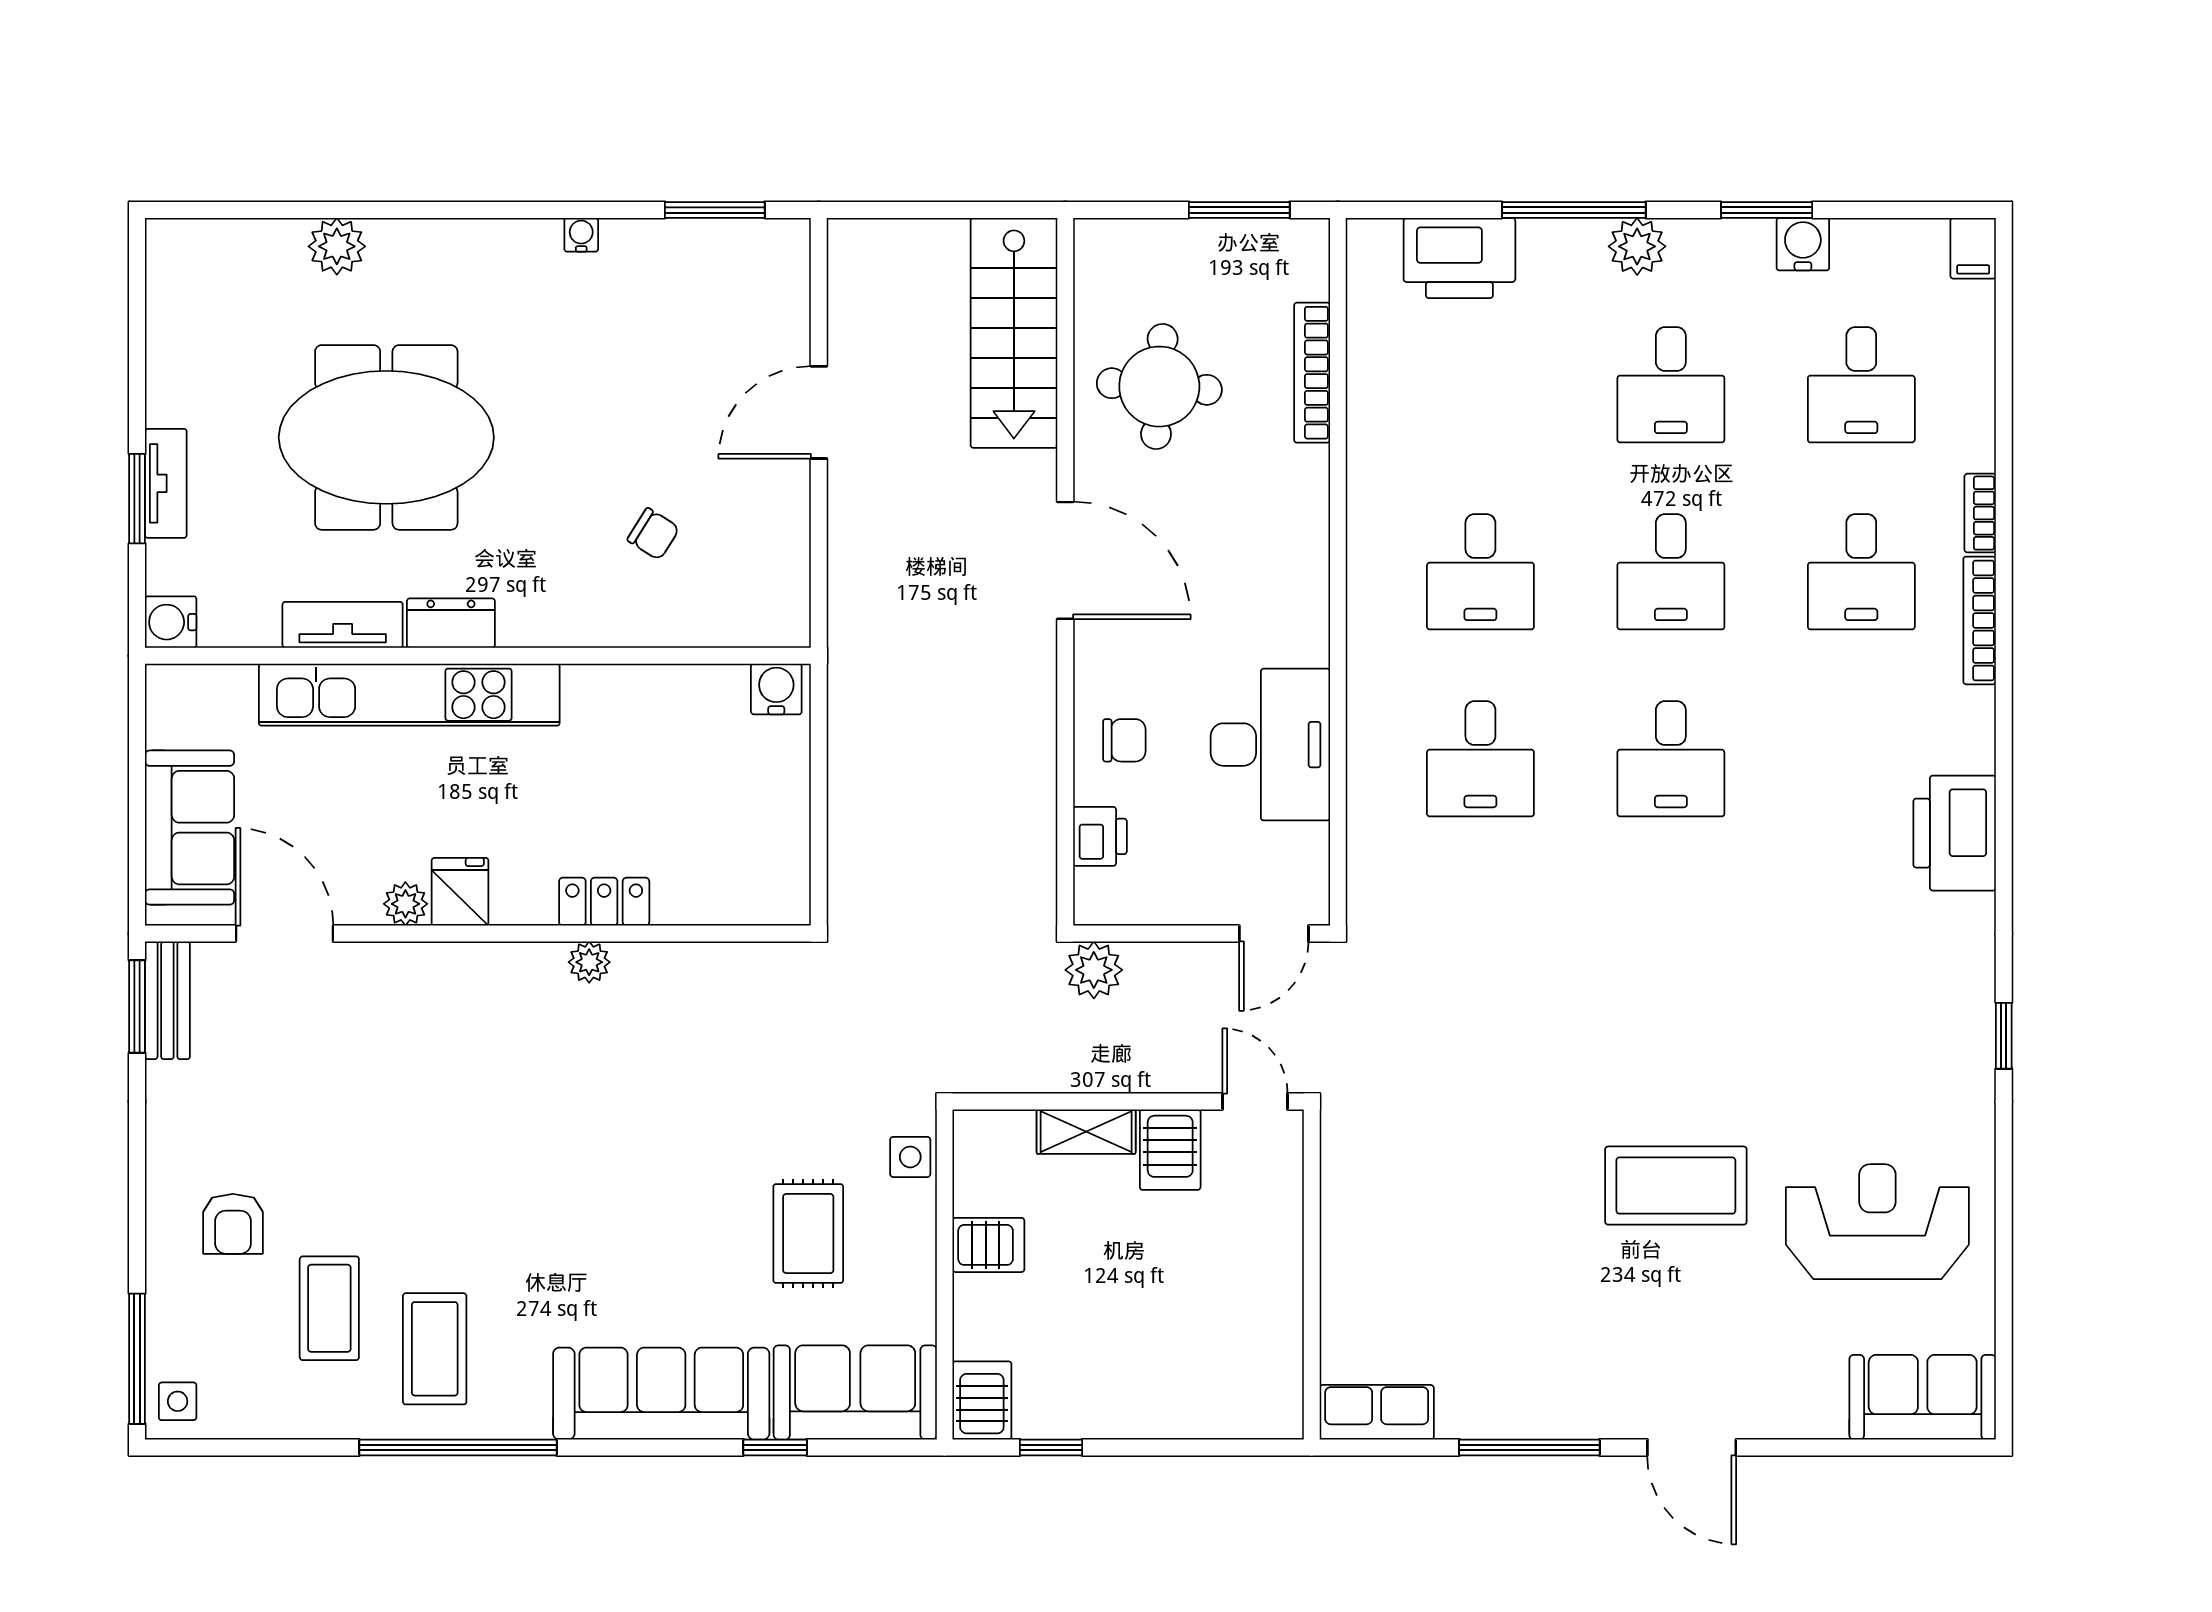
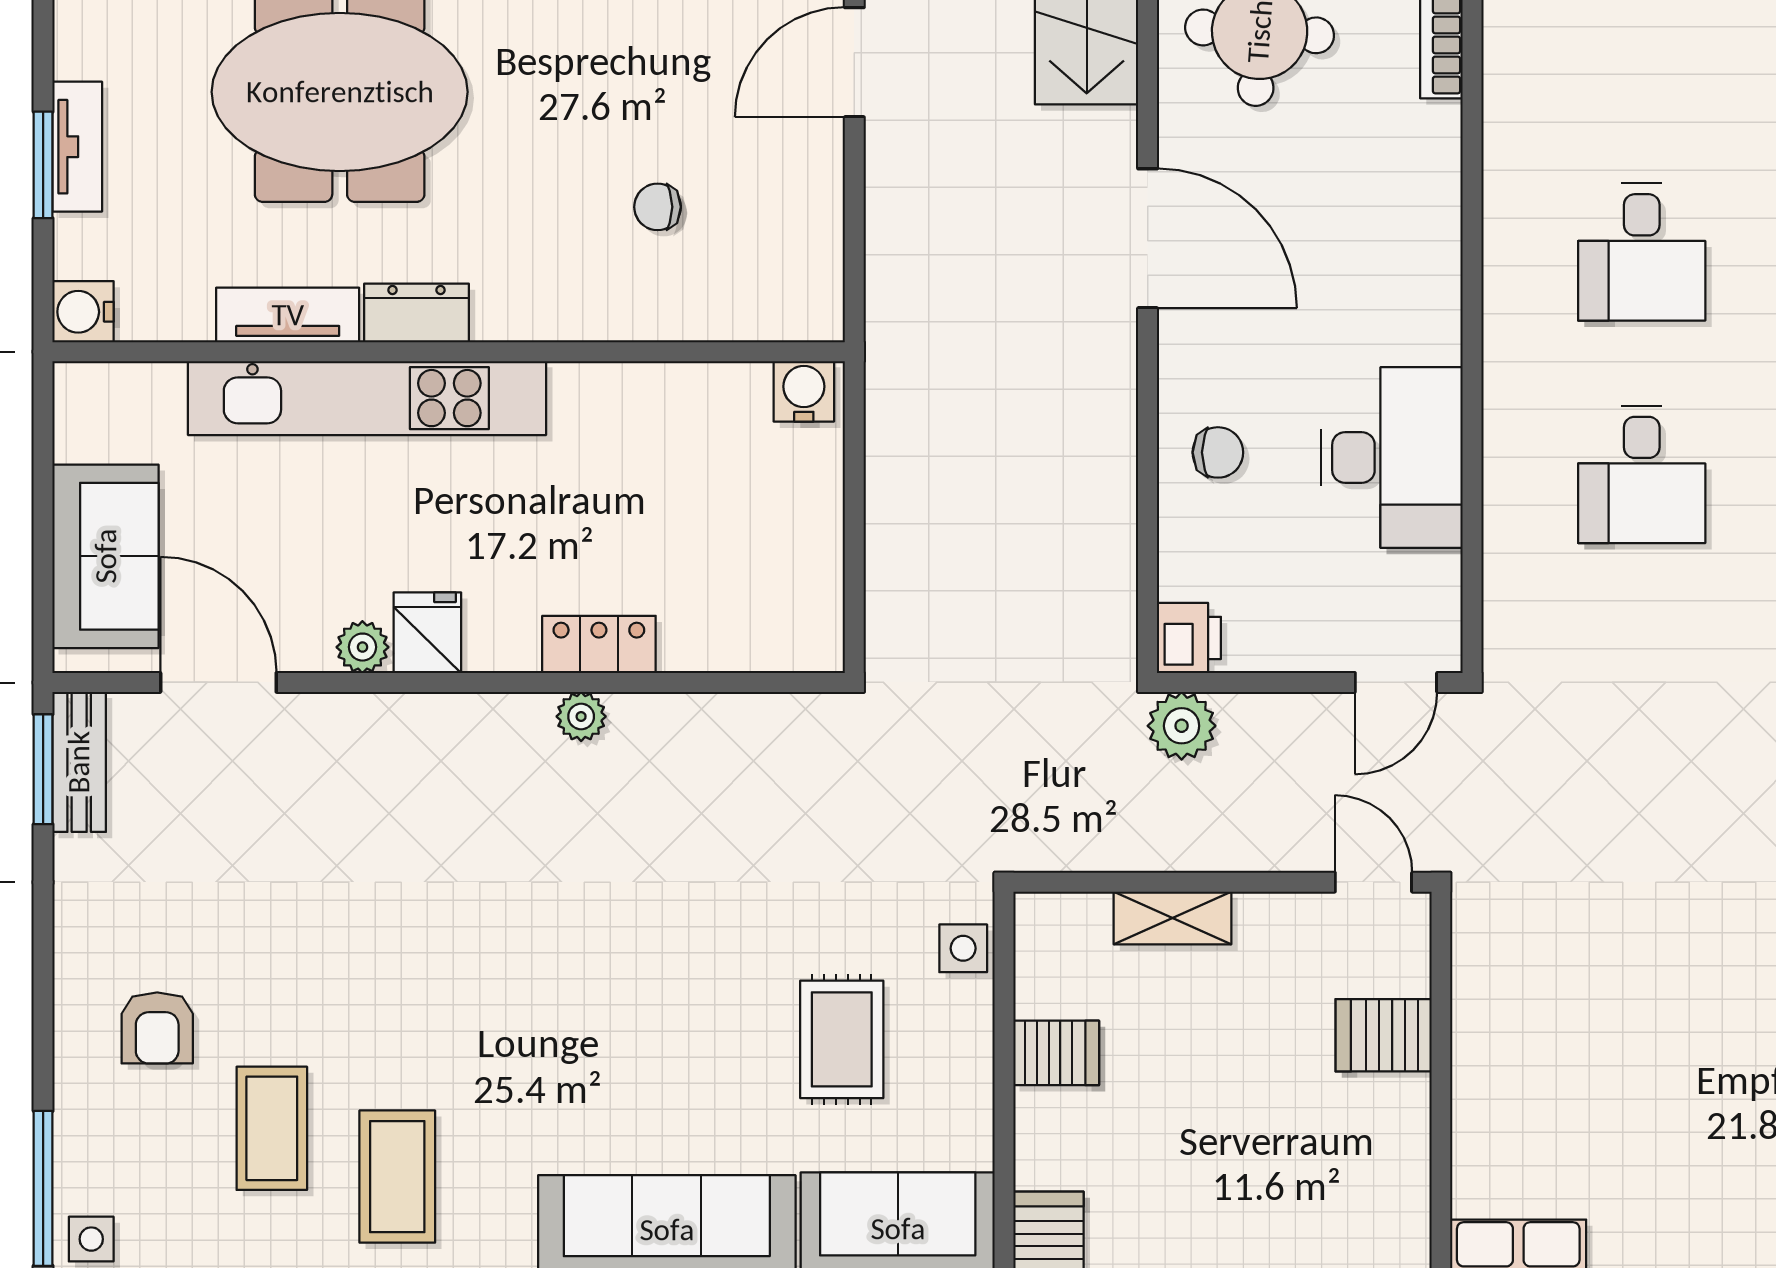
chair: (653, 534) -> (658, 207), turned 148
printer: (1100, 836) -> (1189, 638), moved
server rack: (1170, 1150) -> (1384, 1035), moved, turned 90

